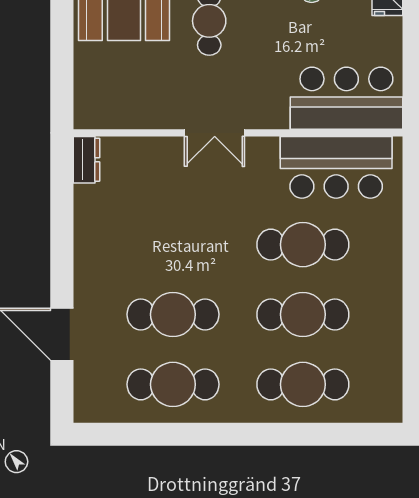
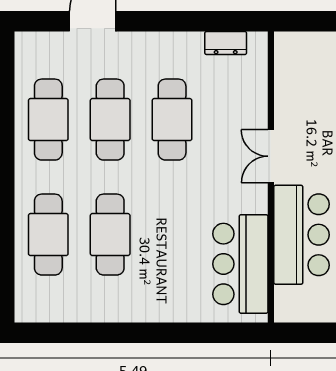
bar counter: (346, 98) -> (302, 235), moved
dresser: (86, 160) -> (226, 43), moved
cafe table: (303, 245) -> (172, 120), moved

